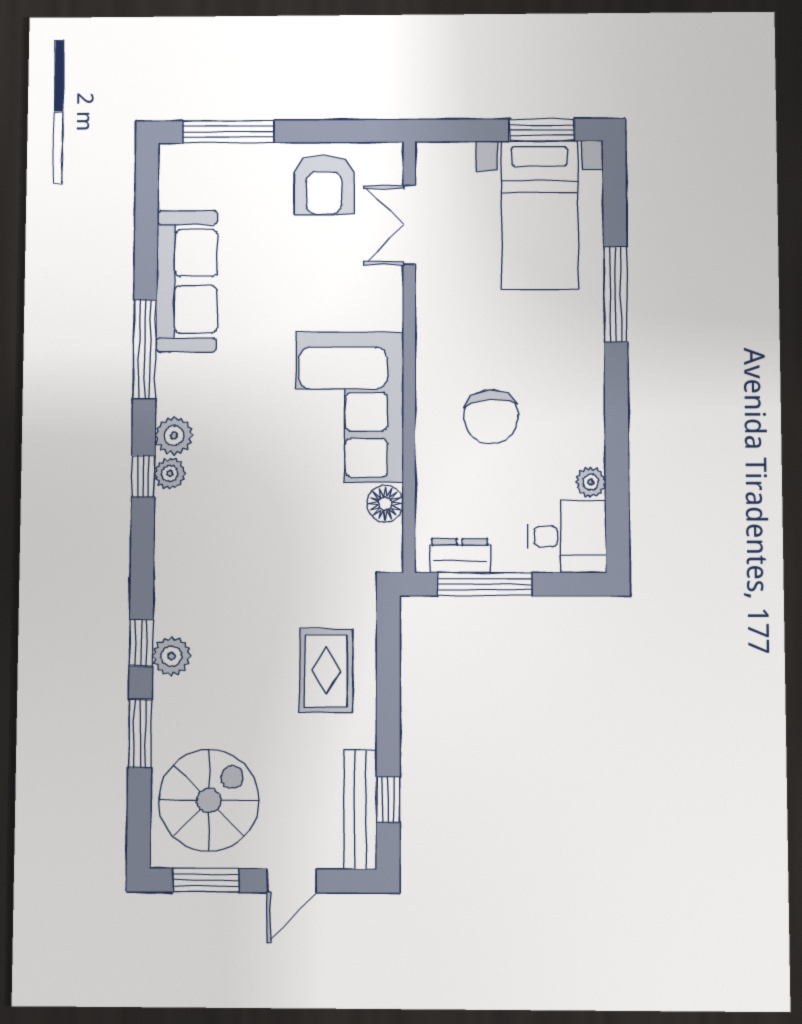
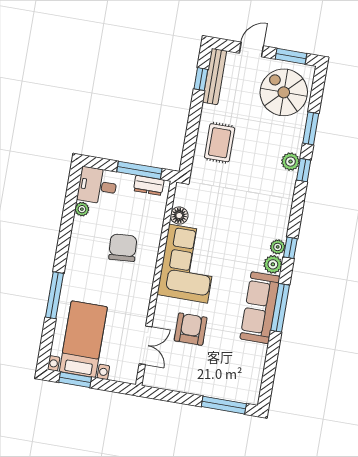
armchair: (324, 185) -> (191, 329), moved
sofa: (187, 281) -> (260, 308), moved
spiral stairs: (209, 800) -> (284, 92), turned 90

